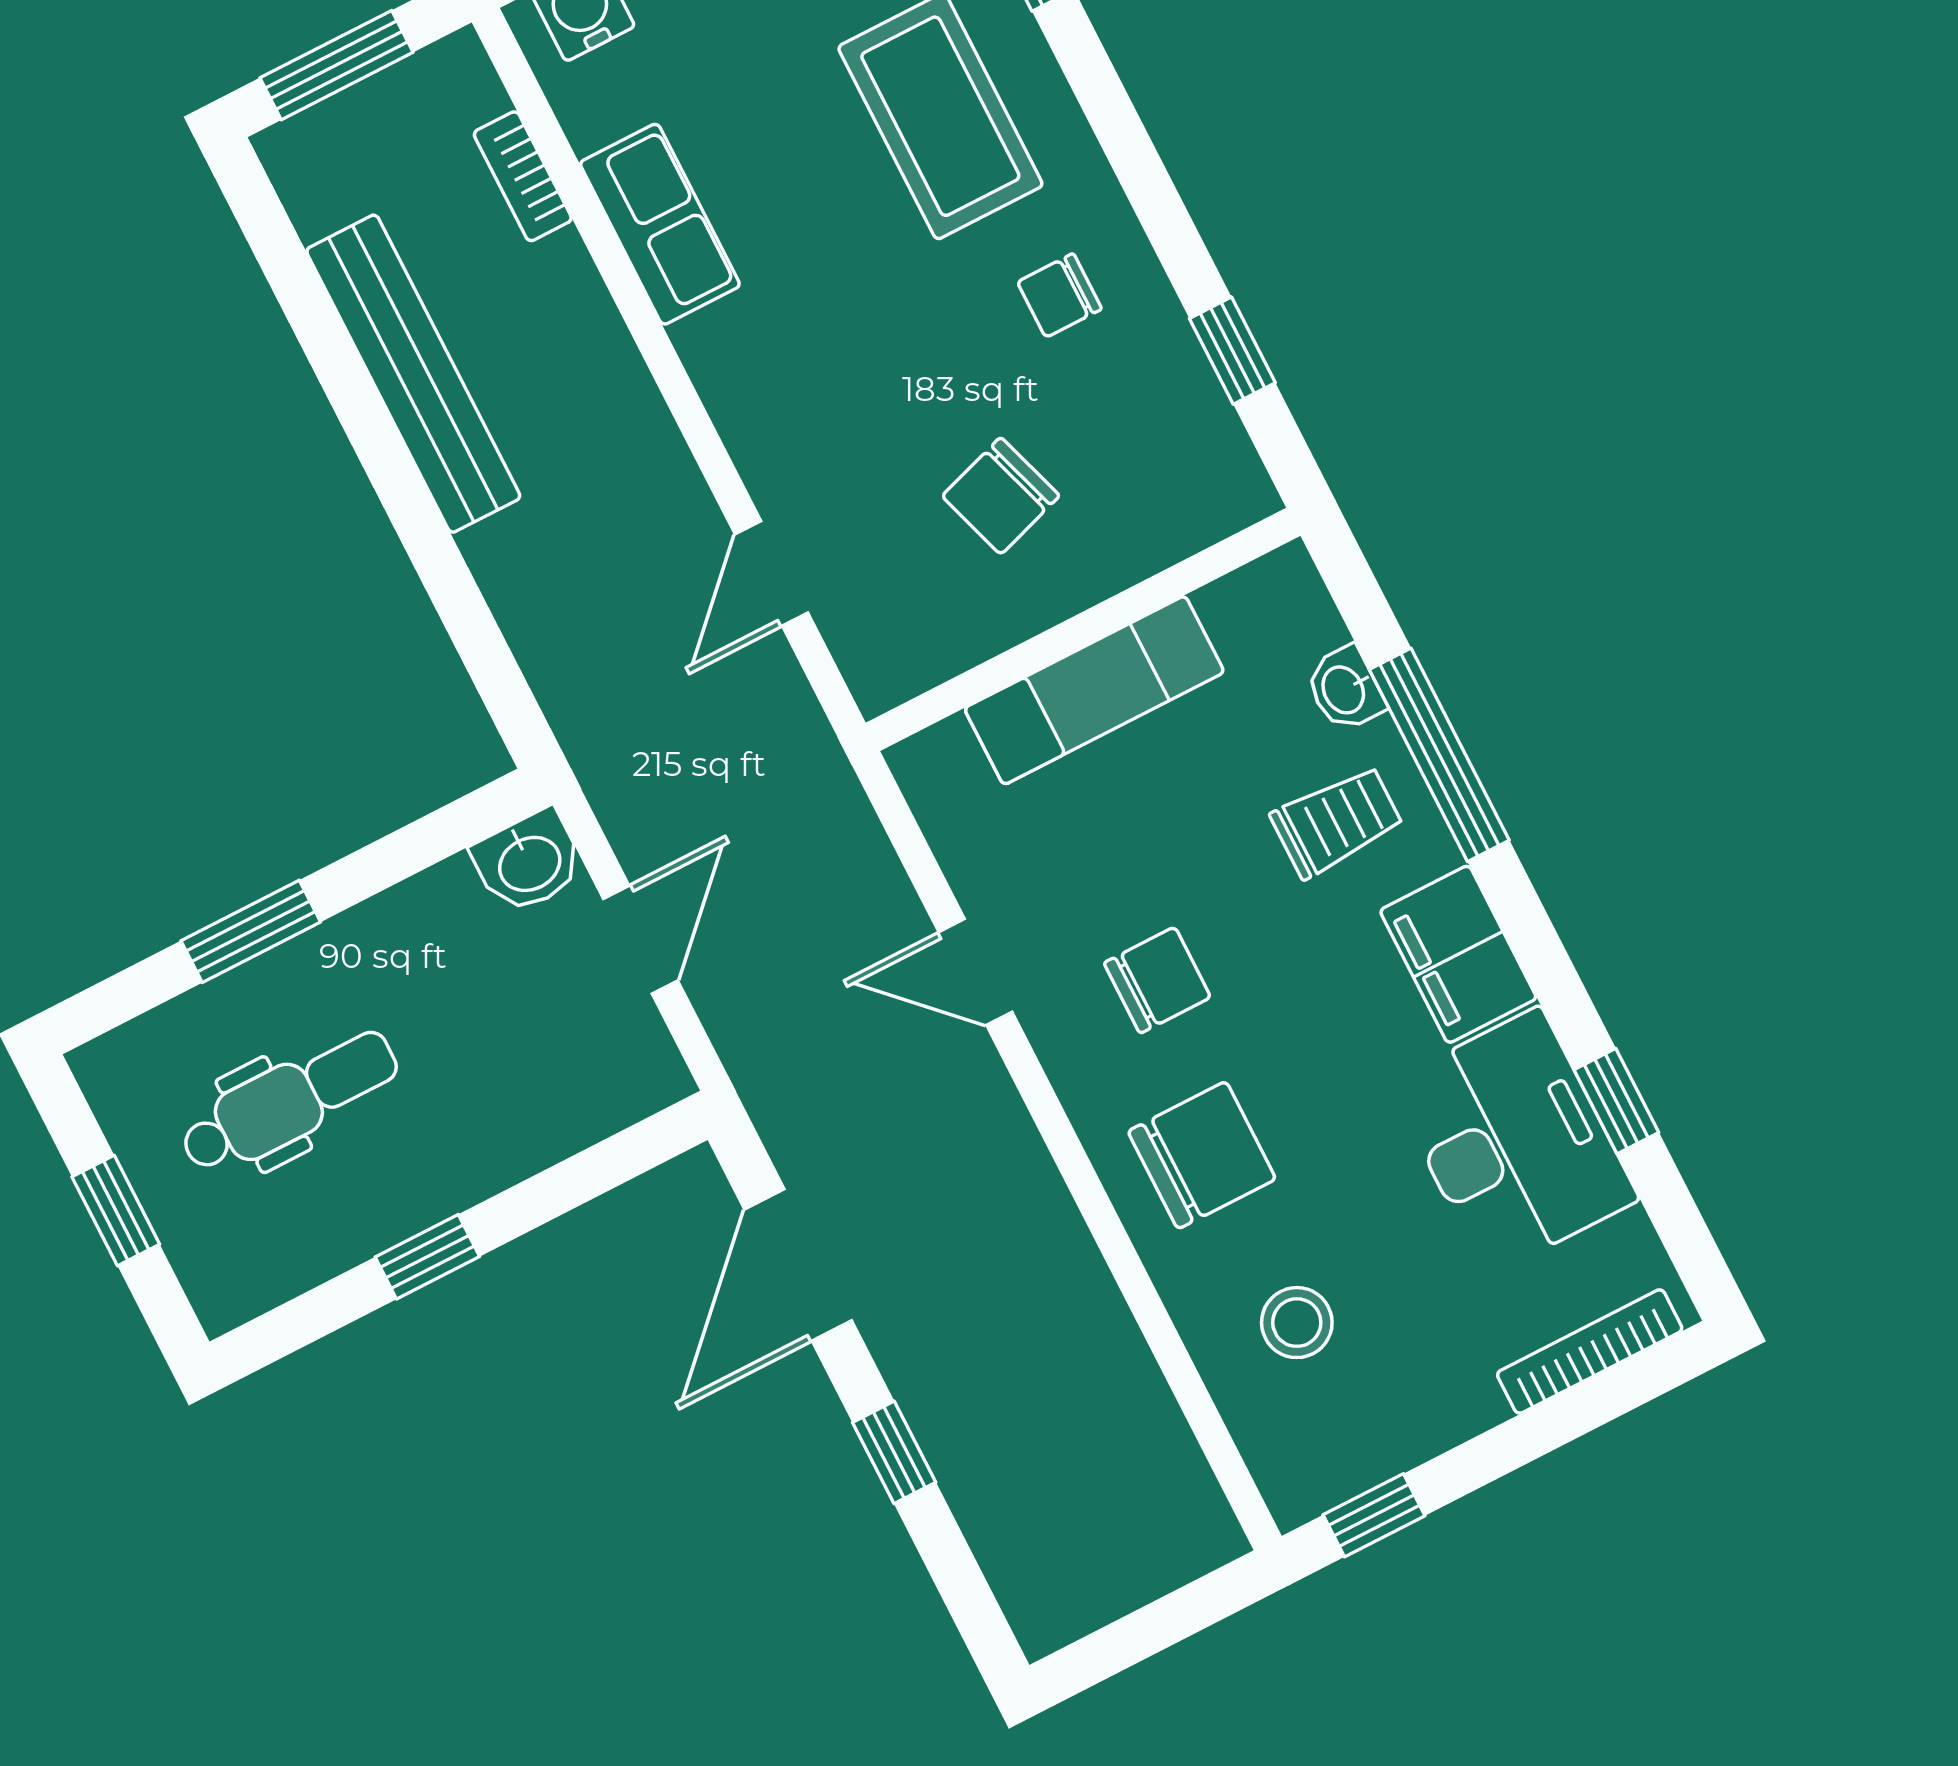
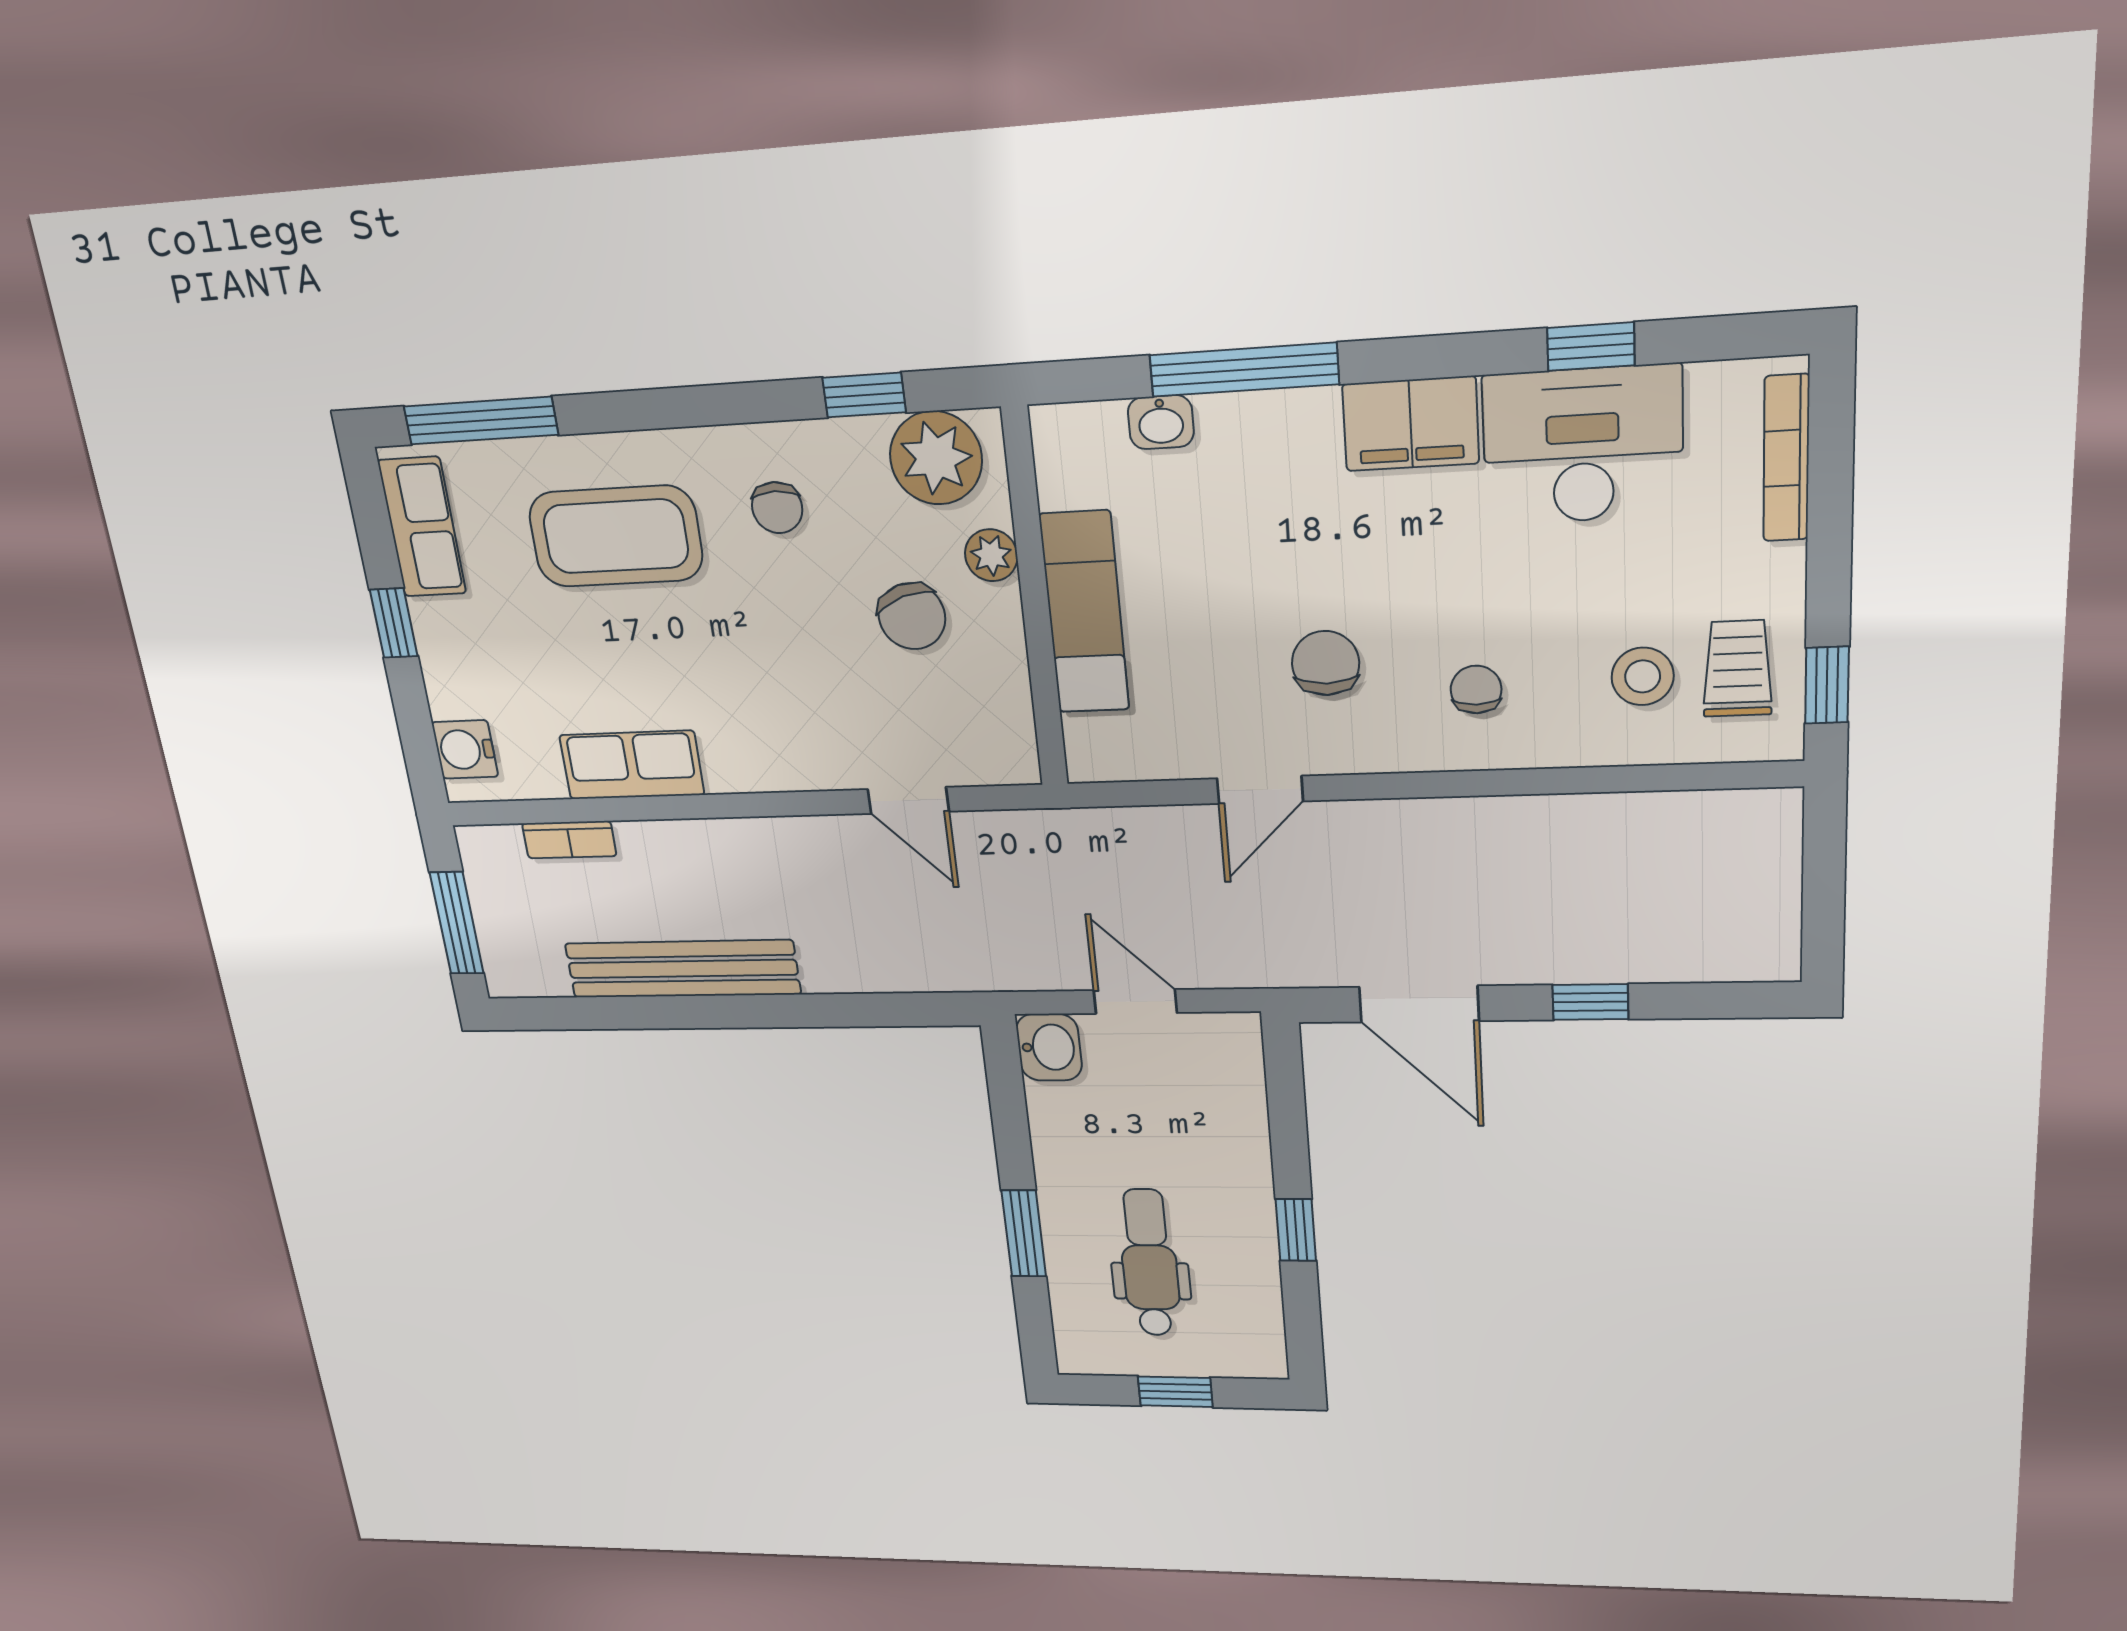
plant: (1197, 457) -> (936, 458), added
plant: (1113, 560) -> (991, 555), added
trolley: (1337, 822) -> (1738, 669), moved
chair: (1202, 1155) -> (1476, 690), width x0.54, depth x0.54

